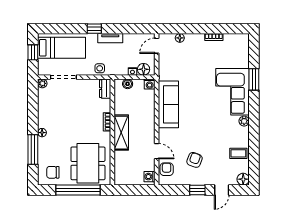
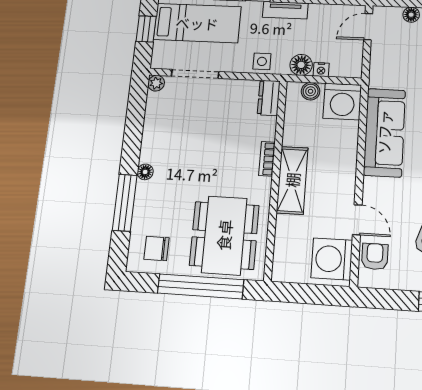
floor lamp: (144, 69) -> (301, 65), moved
washing machine: (150, 84) -> (342, 102), width x1.89, depth x1.89
washing machine: (149, 177) -> (332, 259), width x1.89, depth x1.89

